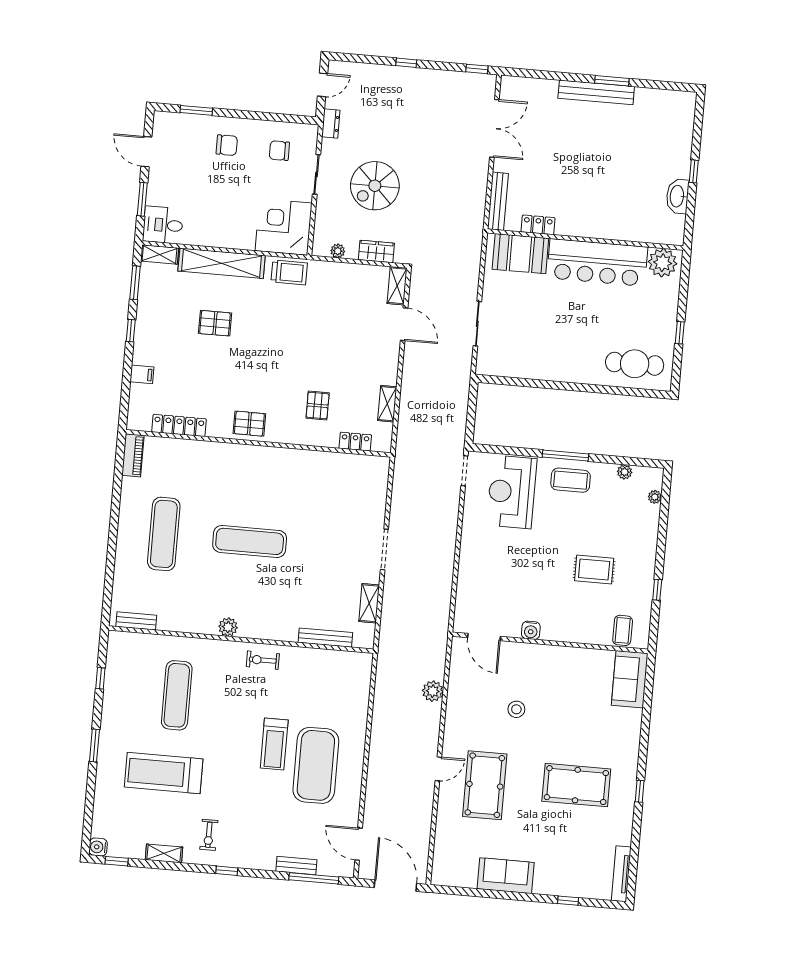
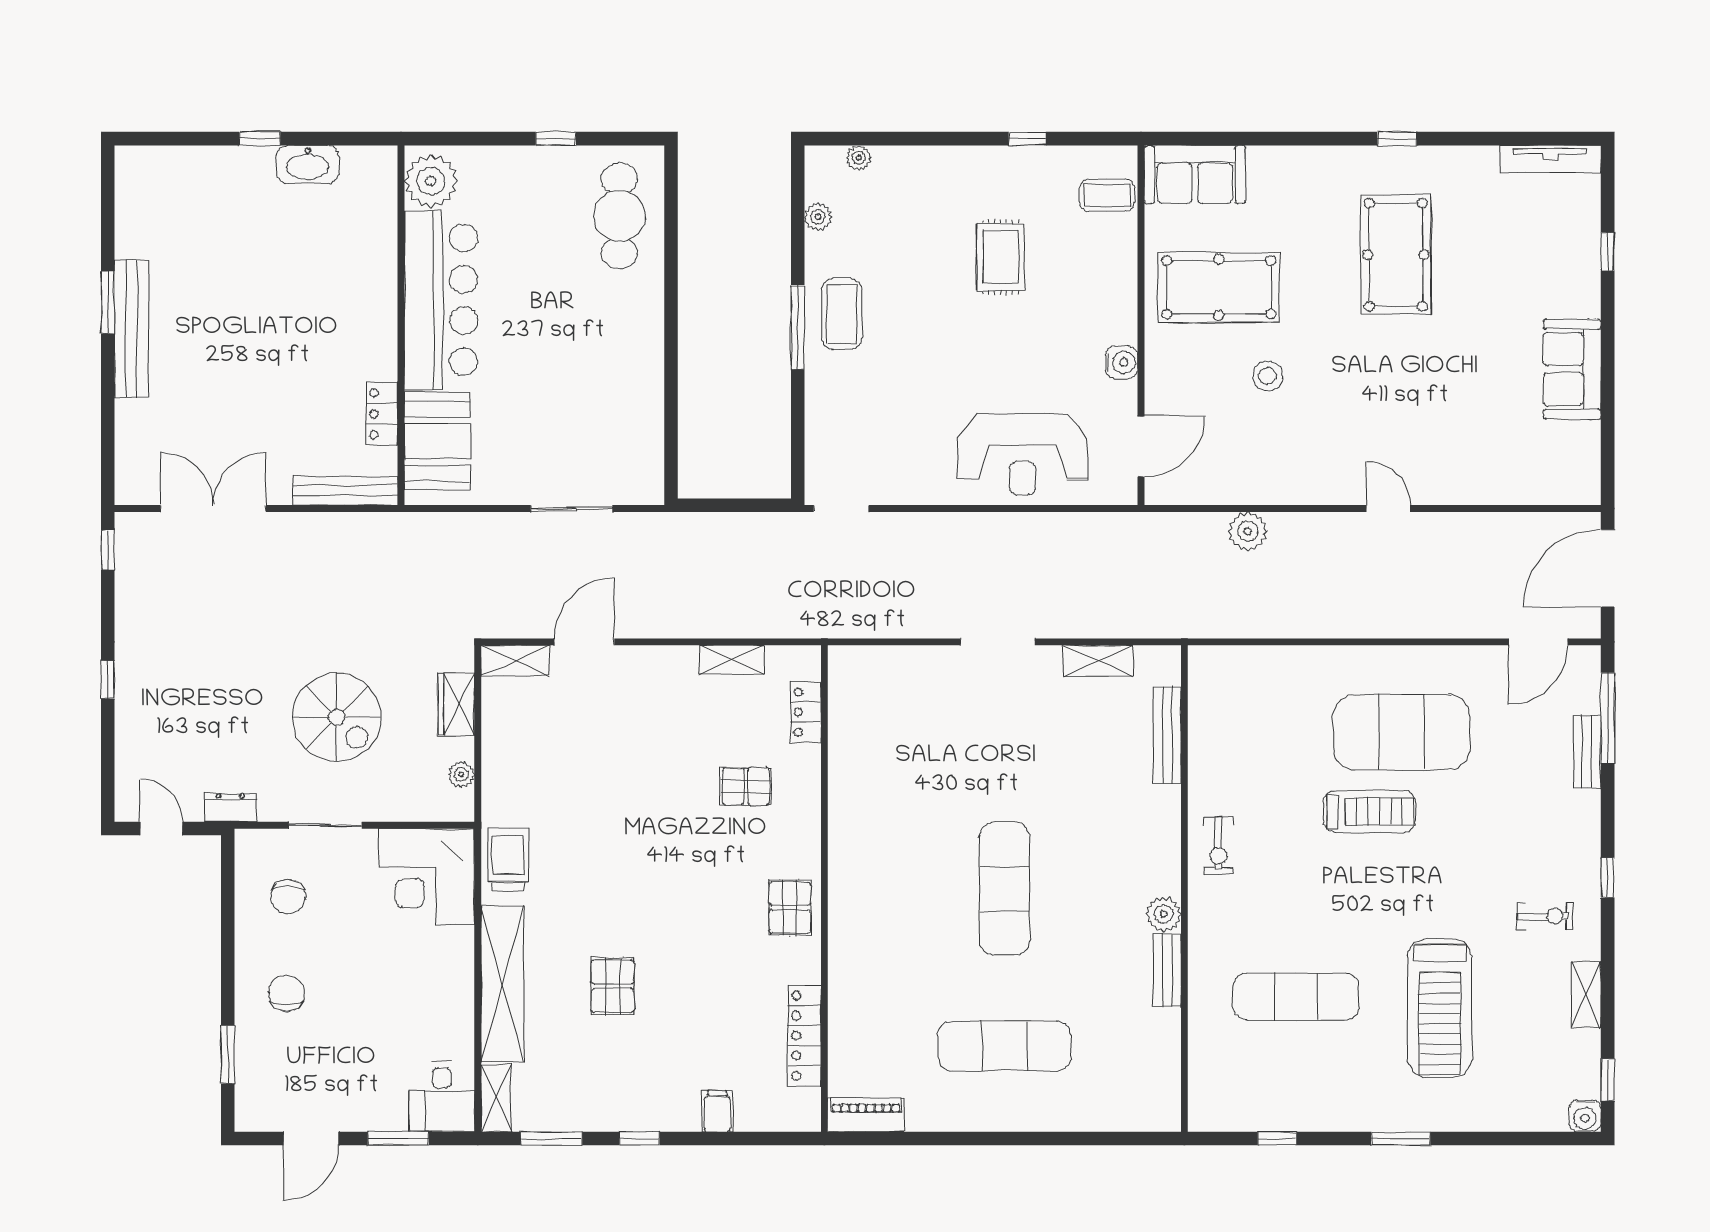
reception desk: (512, 492) -> (1023, 455), moved
bench: (136, 621) -> (1167, 970), moved
pool table: (485, 785) -> (1219, 287), moved

